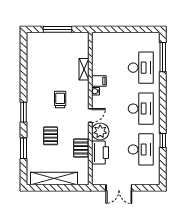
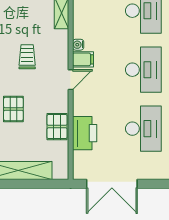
filing cabinet: (99, 81) -> (83, 59), moved
plant: (100, 131) -> (85, 103), removed
double door: (119, 188) -> (112, 184), width x1.37

